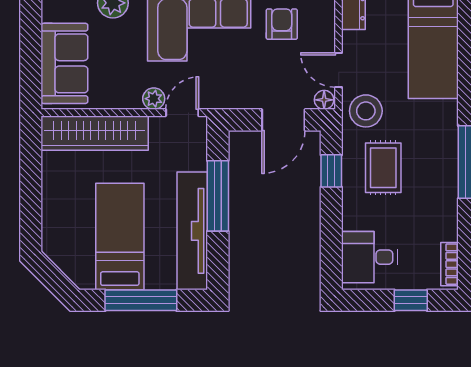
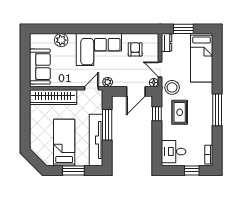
plant: (154, 99) -> (108, 82), moved
window: (141, 300) -> (73, 170), width x0.69

